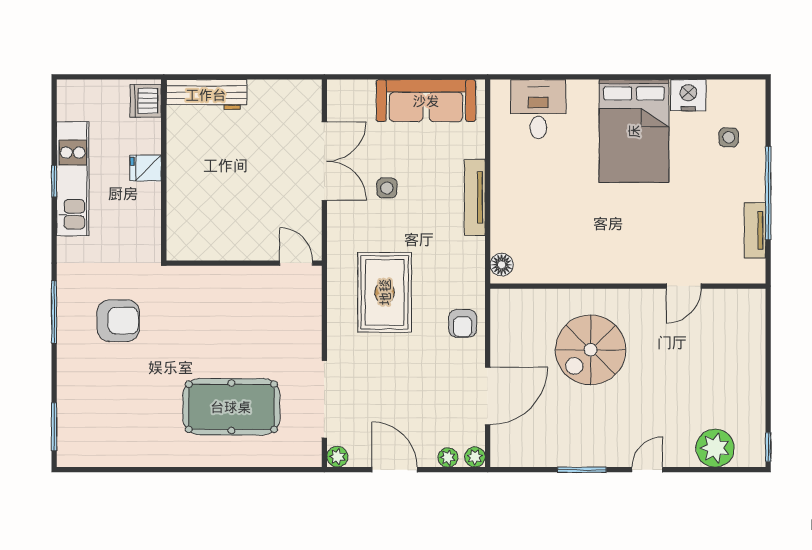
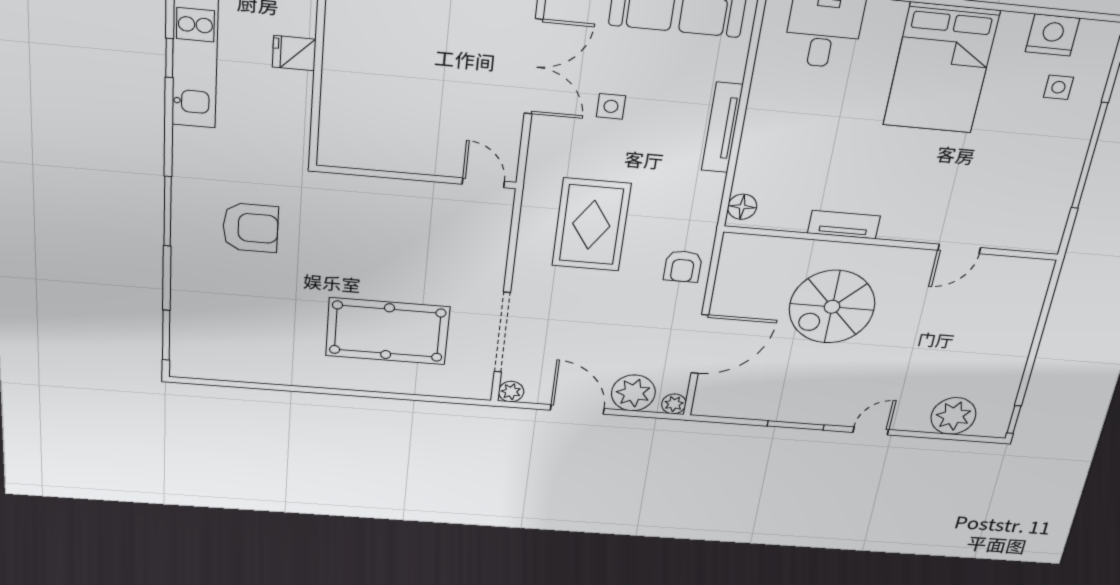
nightstand: (688, 95) -> (1052, 35), moved
tv unit: (755, 230) -> (844, 225), moved, turned 90
plant: (448, 457) -> (633, 393), width x1.87, depth x1.87

